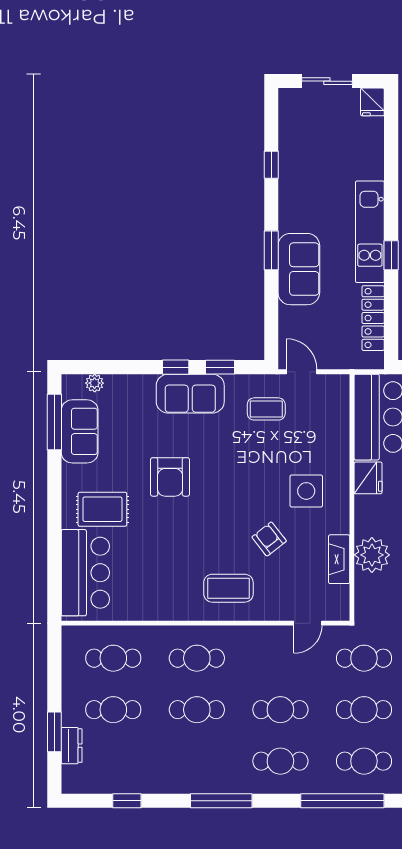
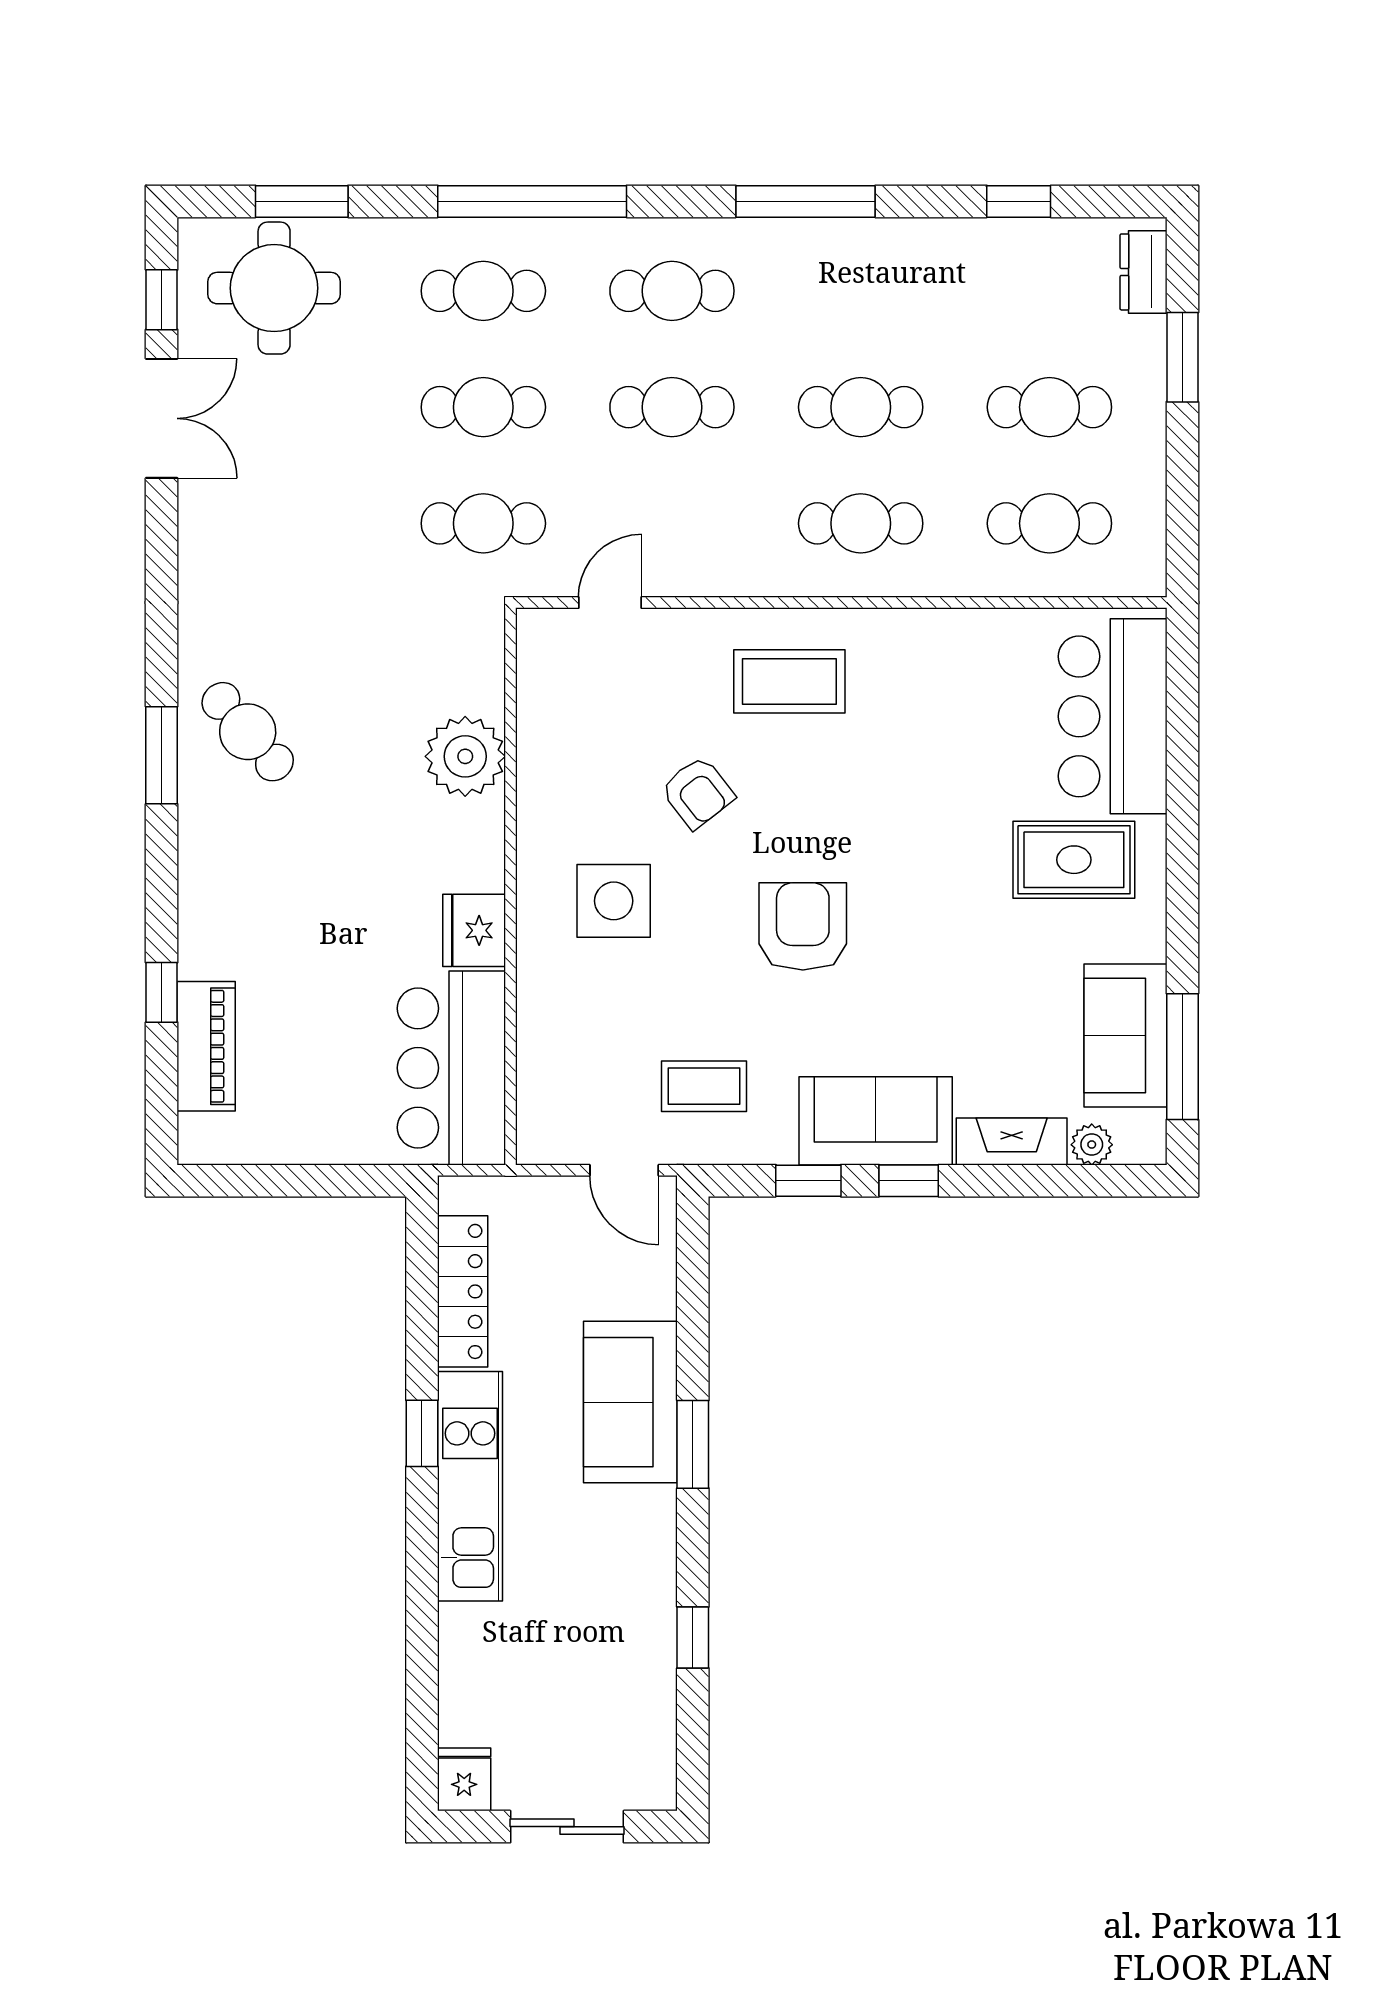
armchair: (170, 477) -> (803, 926), moved
fireplace: (339, 559) -> (1012, 1141), moved, turned -90
dresser: (72, 746) -> (1144, 272), moved

